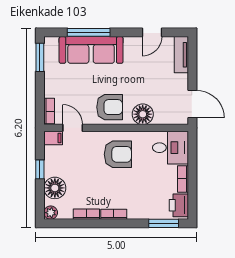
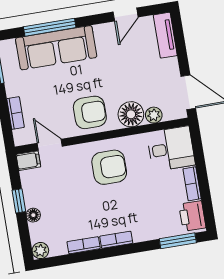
bookcase: (49, 111) -> (15, 113), moved
plant: (161, 118) -> (154, 115), added
floor lamp: (55, 188) -> (33, 215), width x0.53, depth x0.53

